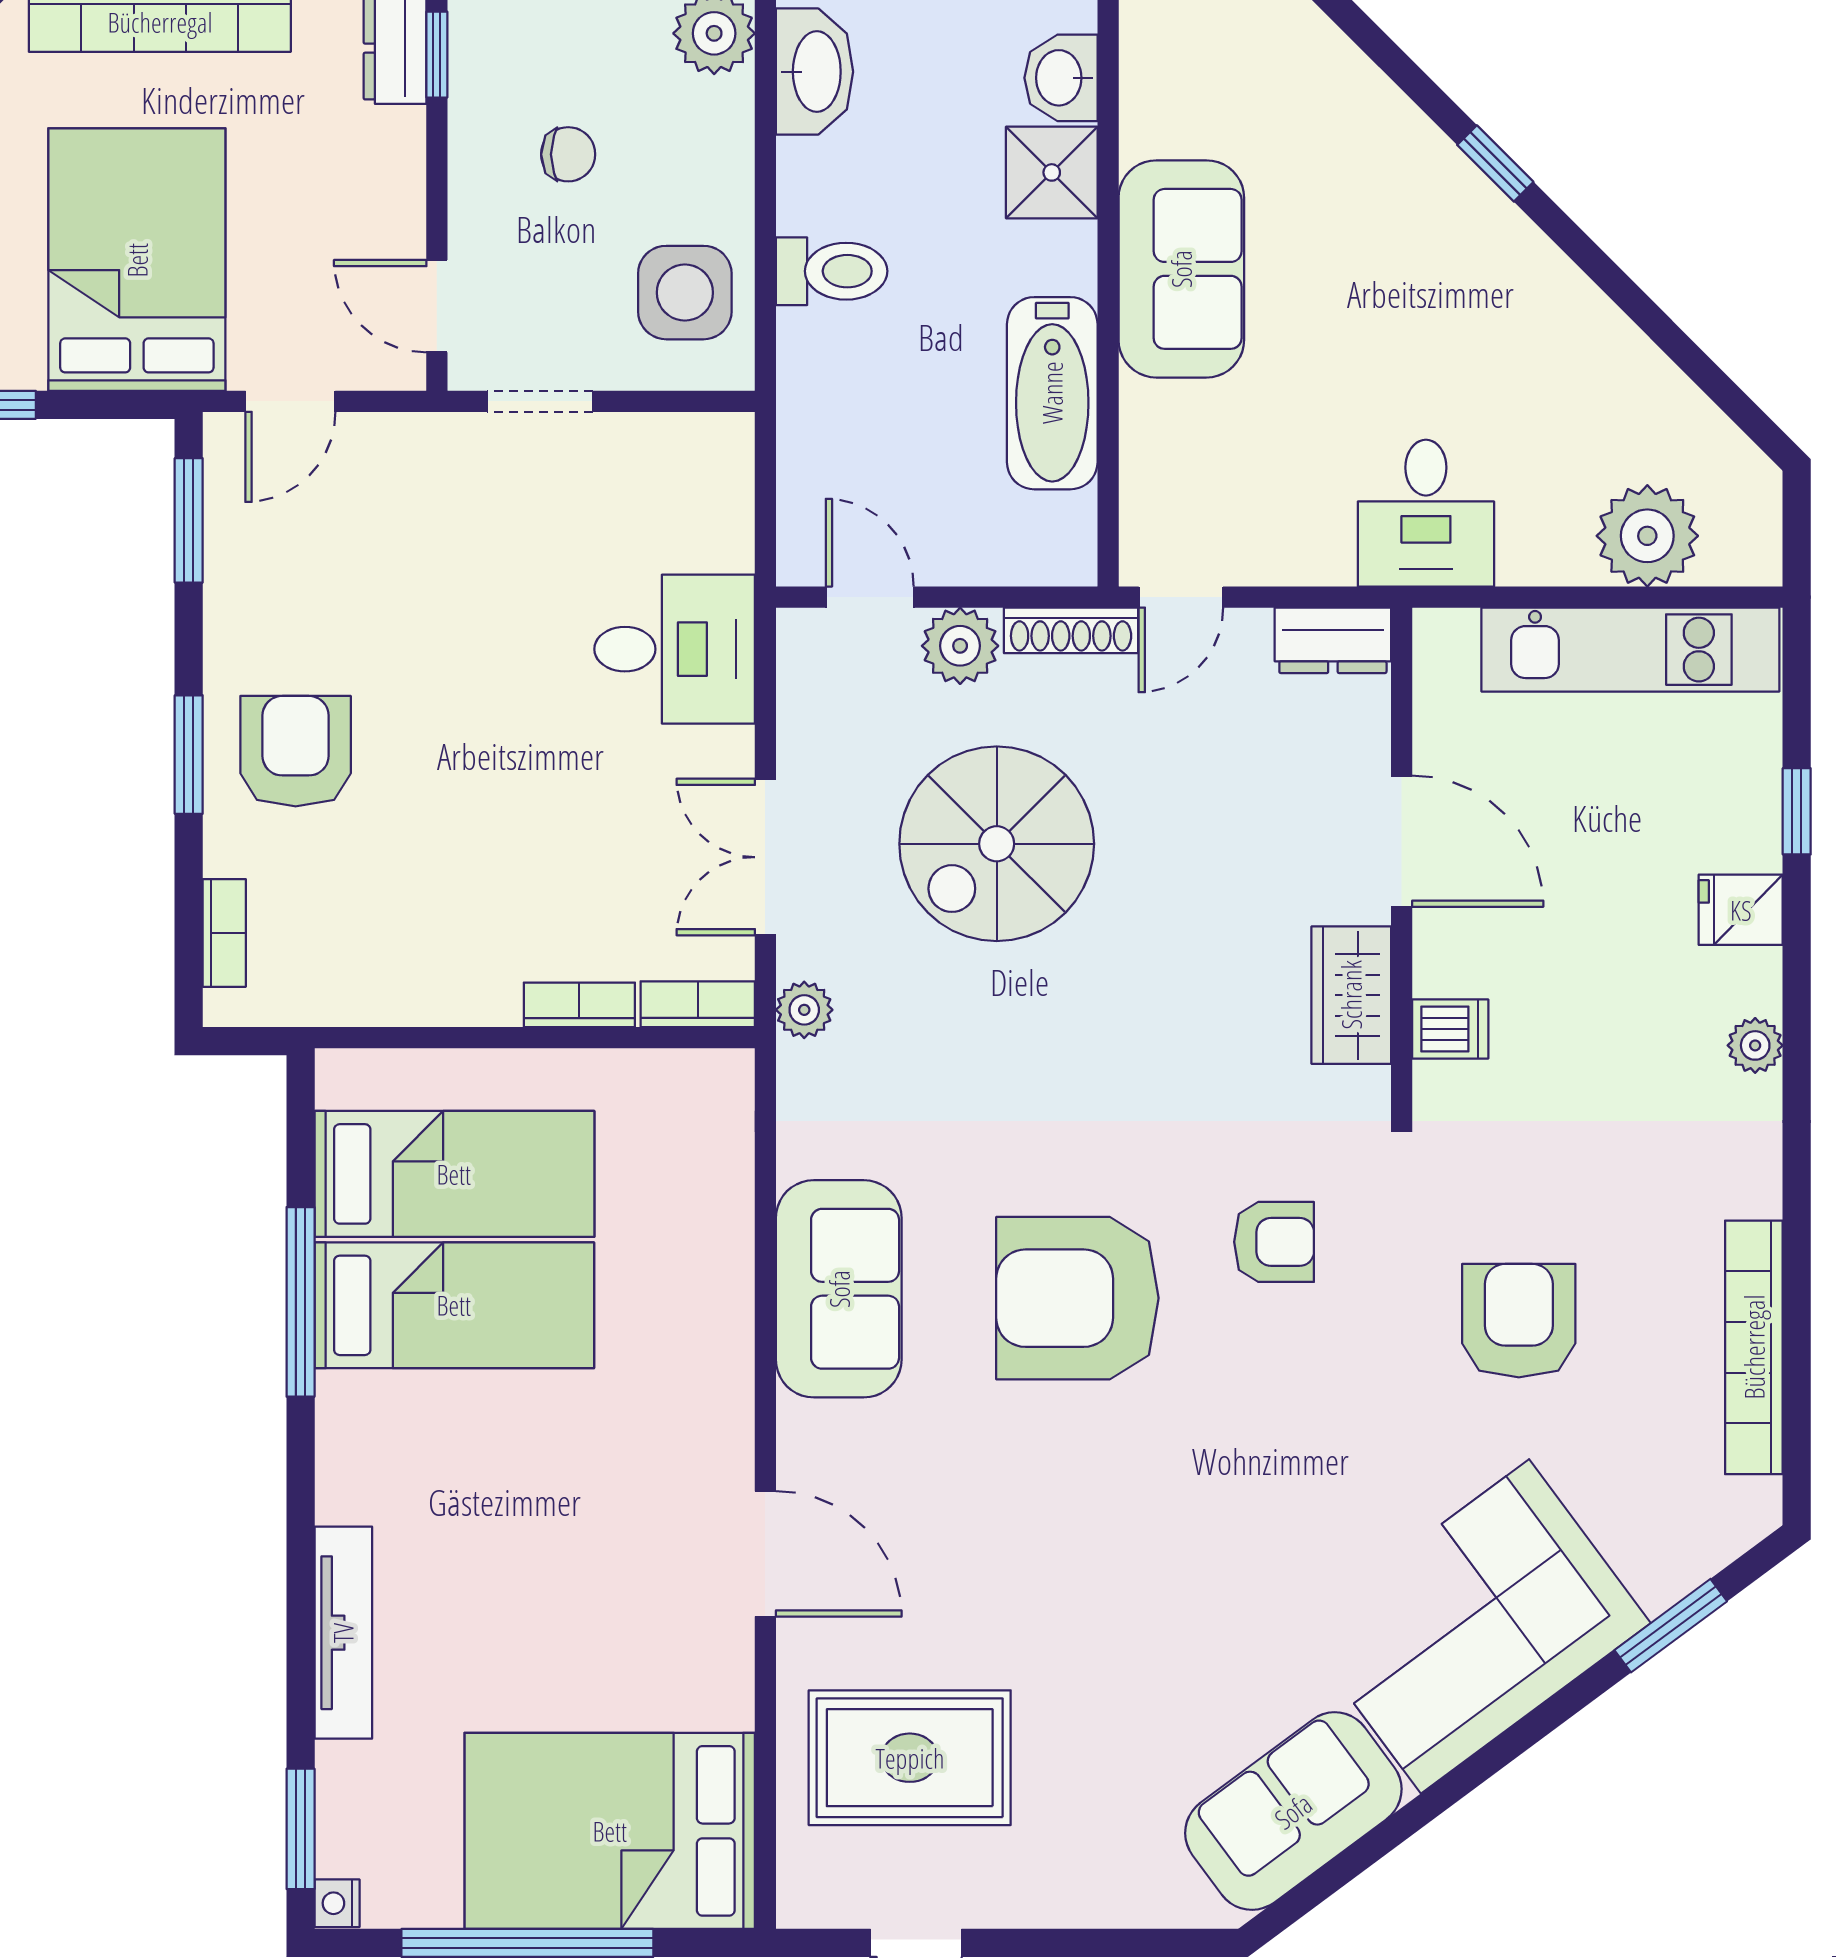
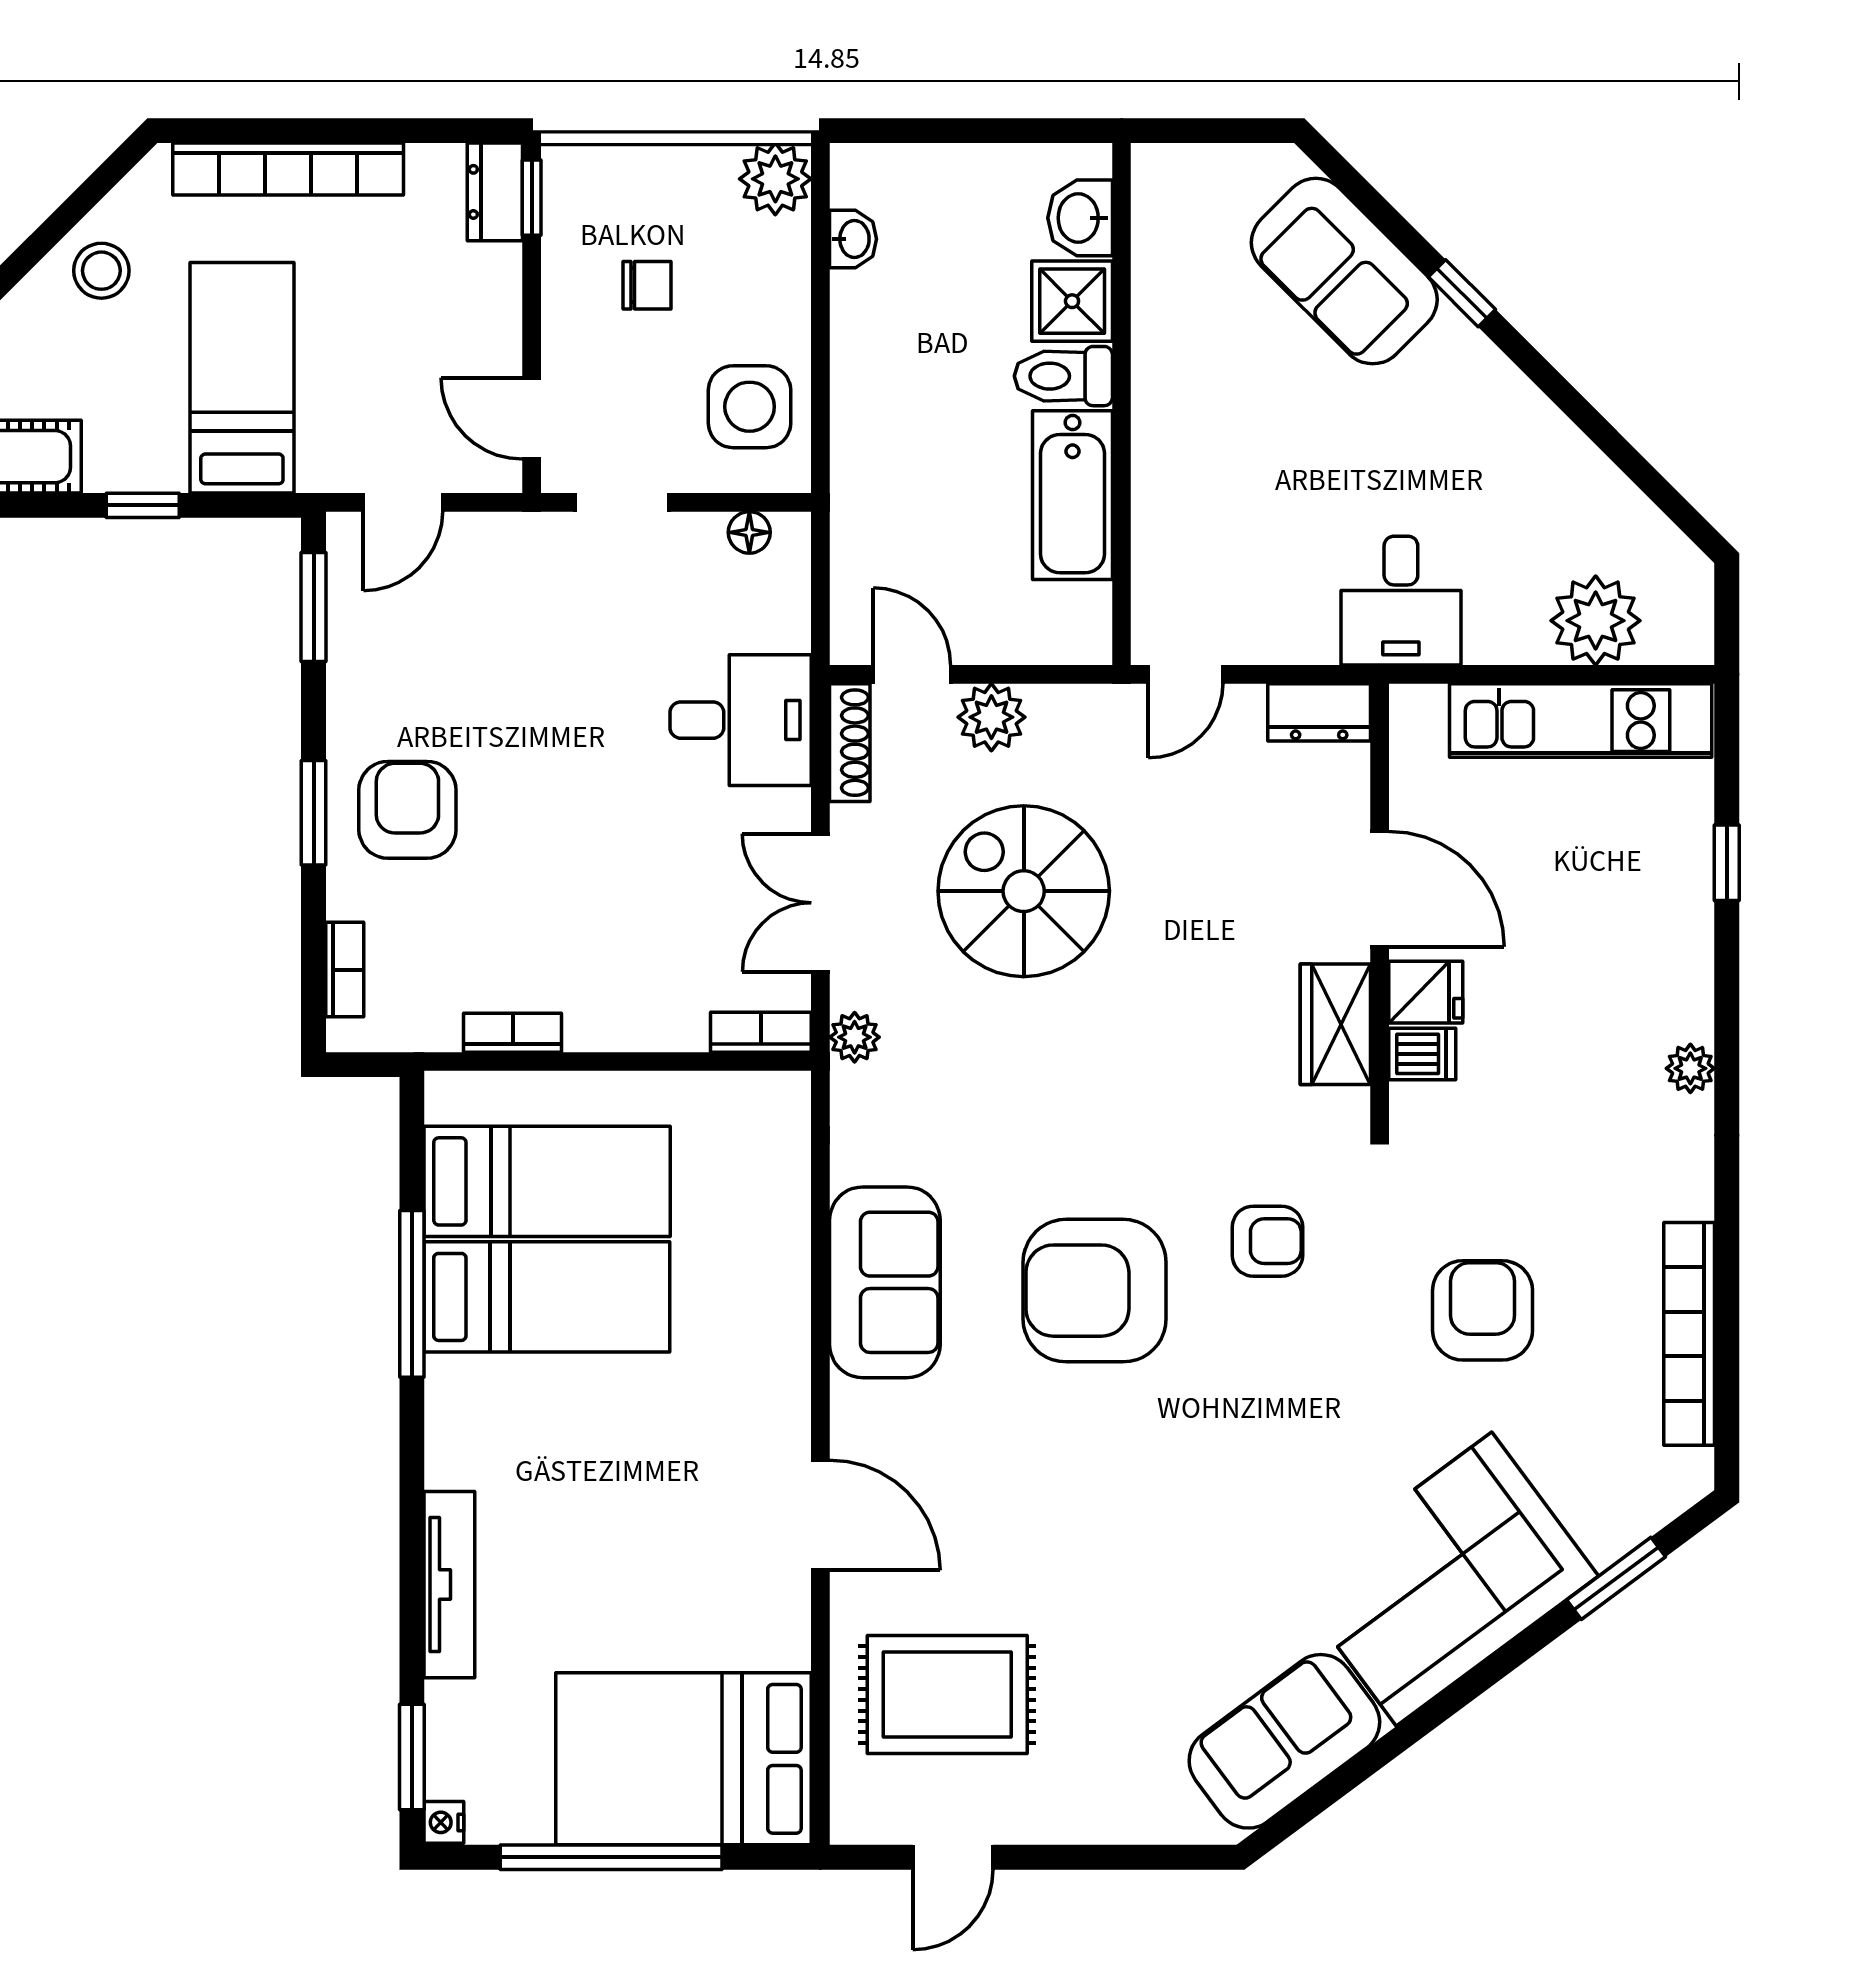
washbasin: (815, 72) -> (853, 239), width x0.52, depth x0.69
bed: (137, 260) -> (242, 378), width x0.67
sofa: (1181, 269) -> (1344, 271), moved, turned 135
toilet: (832, 271) -> (1063, 376), moved, turned 180
floor lamp: (685, 436) -> (749, 532), added
shoe rack: (1071, 630) -> (850, 743), moved, turned -90
spiral stairs: (997, 844) -> (1024, 891), turned 90
fridge: (1741, 910) -> (1426, 992), moved, turned 180
bookcase: (579, 1005) -> (513, 1033), moved

